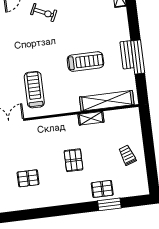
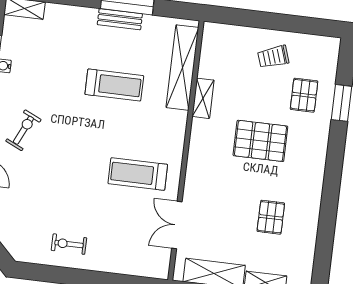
treadmill: (85, 61) -> (114, 85), turned 90
pallet: (73, 160) -> (260, 141), width x1.50, depth x1.42
pallet: (102, 189) -> (304, 95), moved

